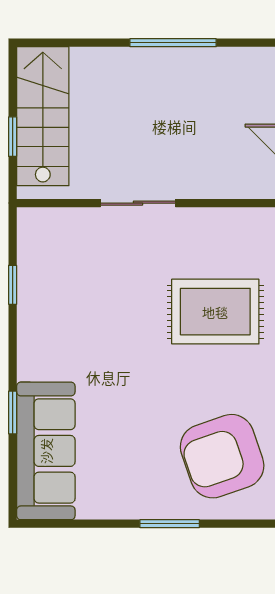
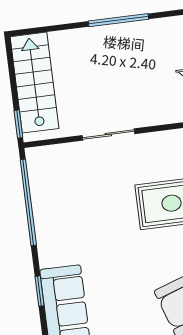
window: (13, 137) -> (18, 124), moved
window: (13, 285) -> (28, 202), width x3.17

